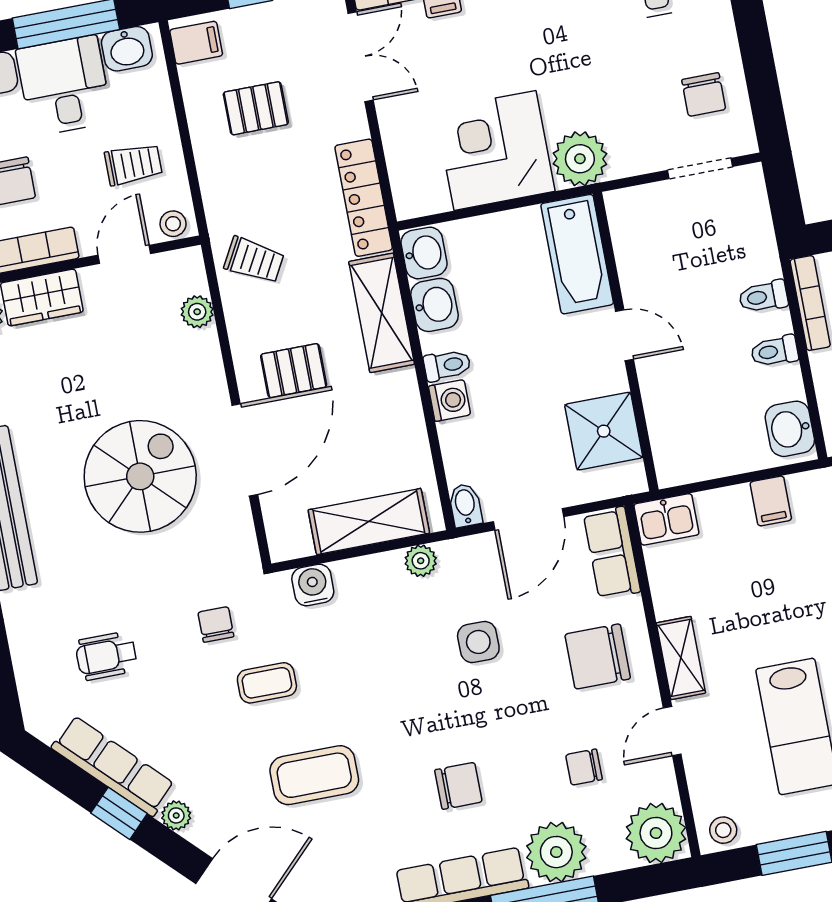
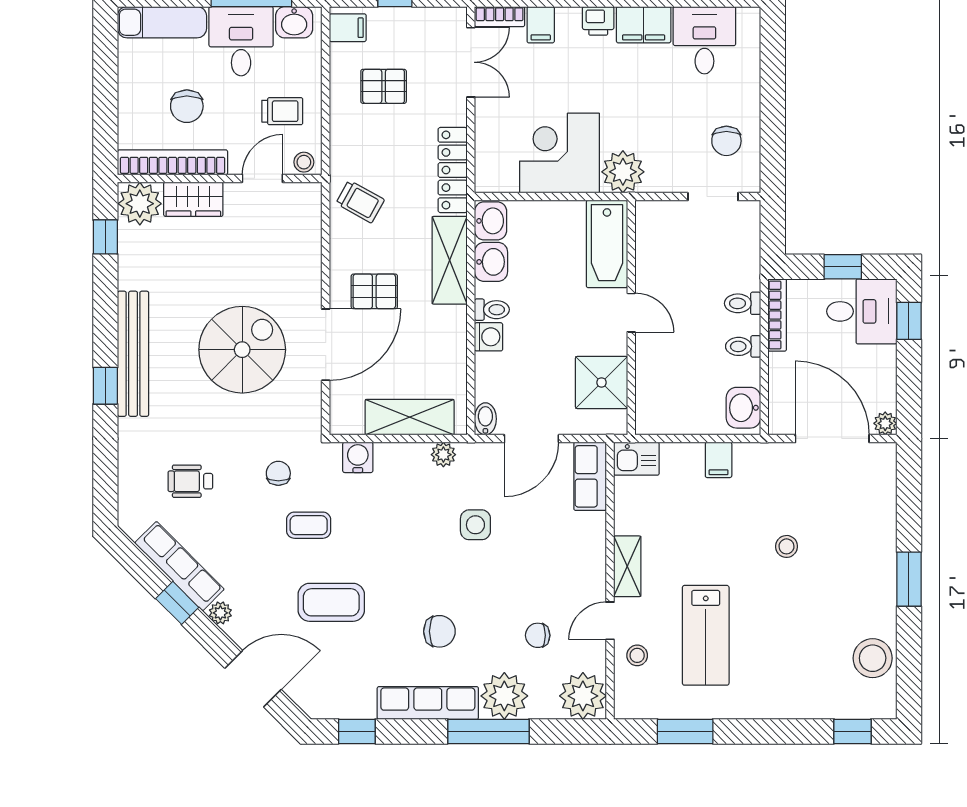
plant: (197, 312) -> (309, 233), removed
chair: (598, 656) -> (564, 553), removed
stool: (723, 830) -> (637, 655), moved

